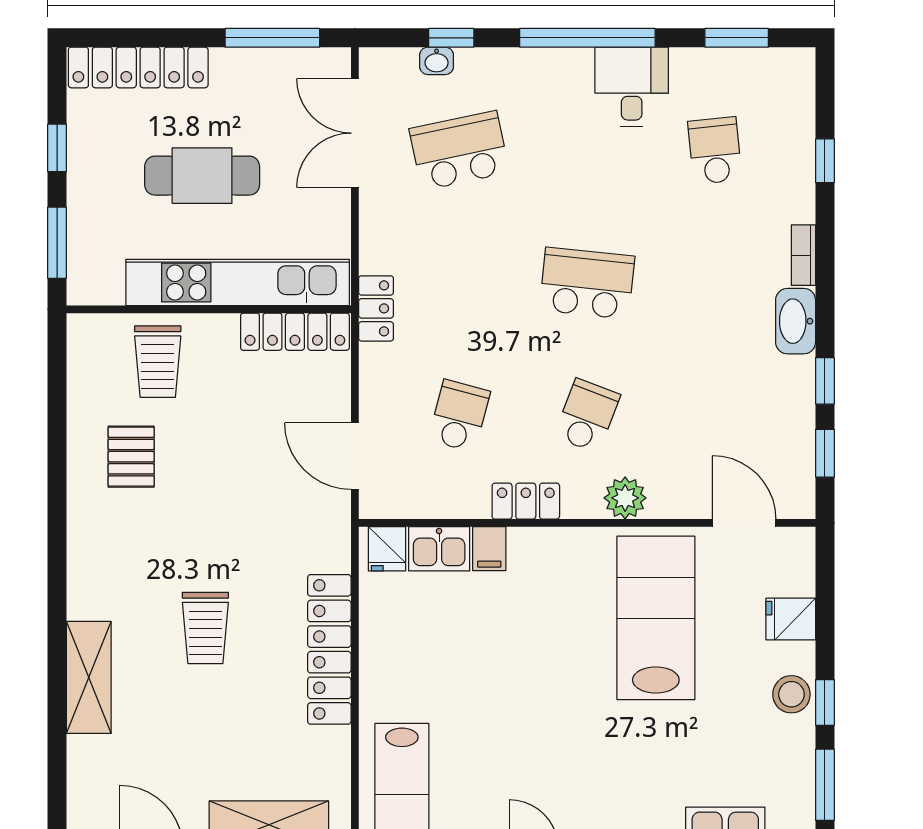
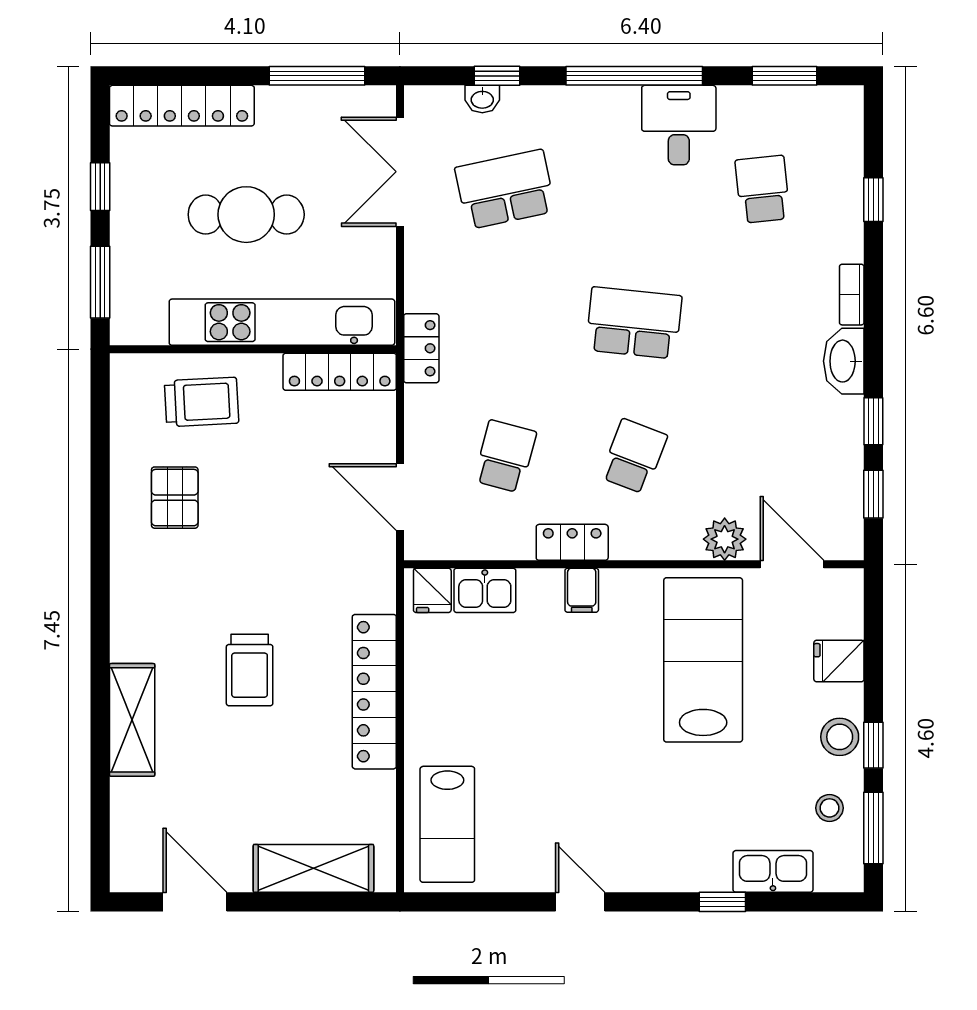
trolley: (158, 362) -> (202, 402), turned -93
plant: (625, 498) -> (725, 539), moved
filing cabinet: (489, 549) -> (582, 590), moved
stool: (781, 765) -> (830, 808), added

